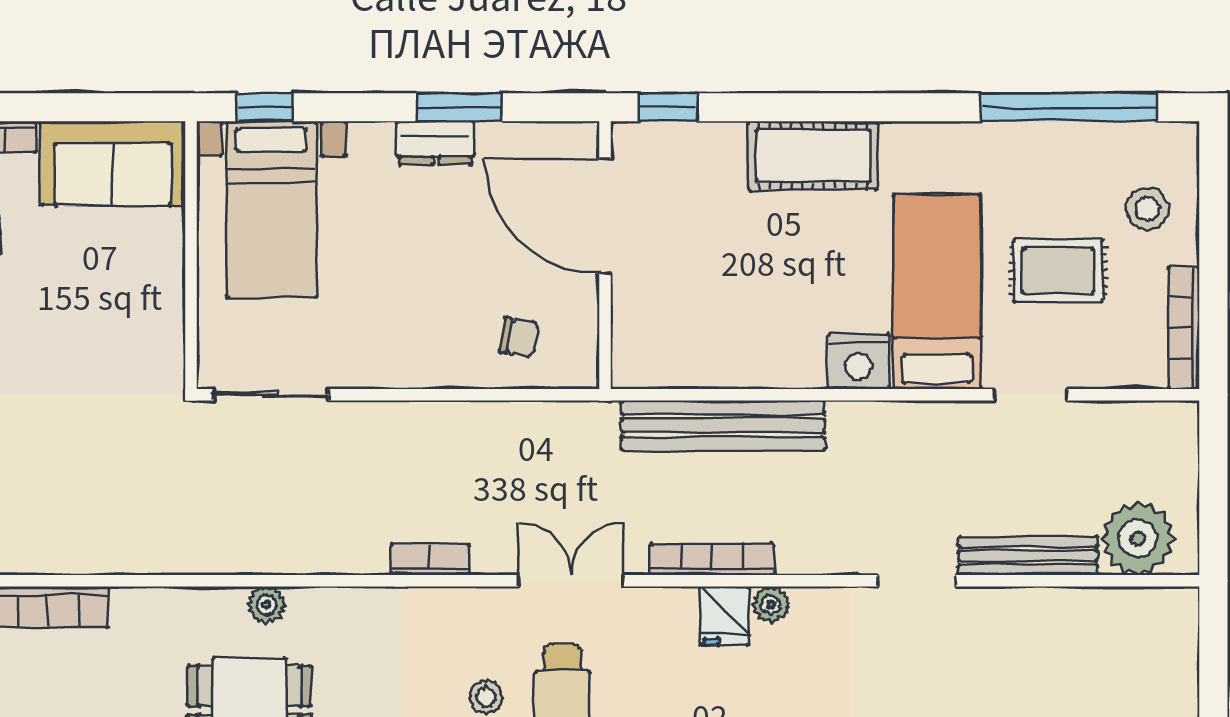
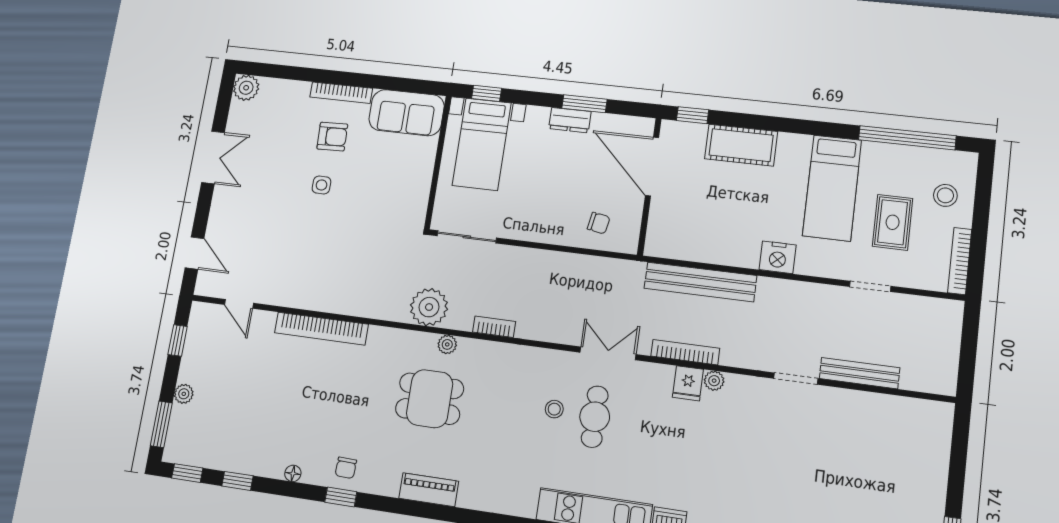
cot: (813, 156) -> (741, 145), moved
rug: (1058, 271) -> (893, 222), turned 90
bed: (937, 292) -> (832, 188), moved, turned 180
plant: (1138, 539) -> (429, 307), moved
bookcase: (430, 560) -> (494, 327), moved

